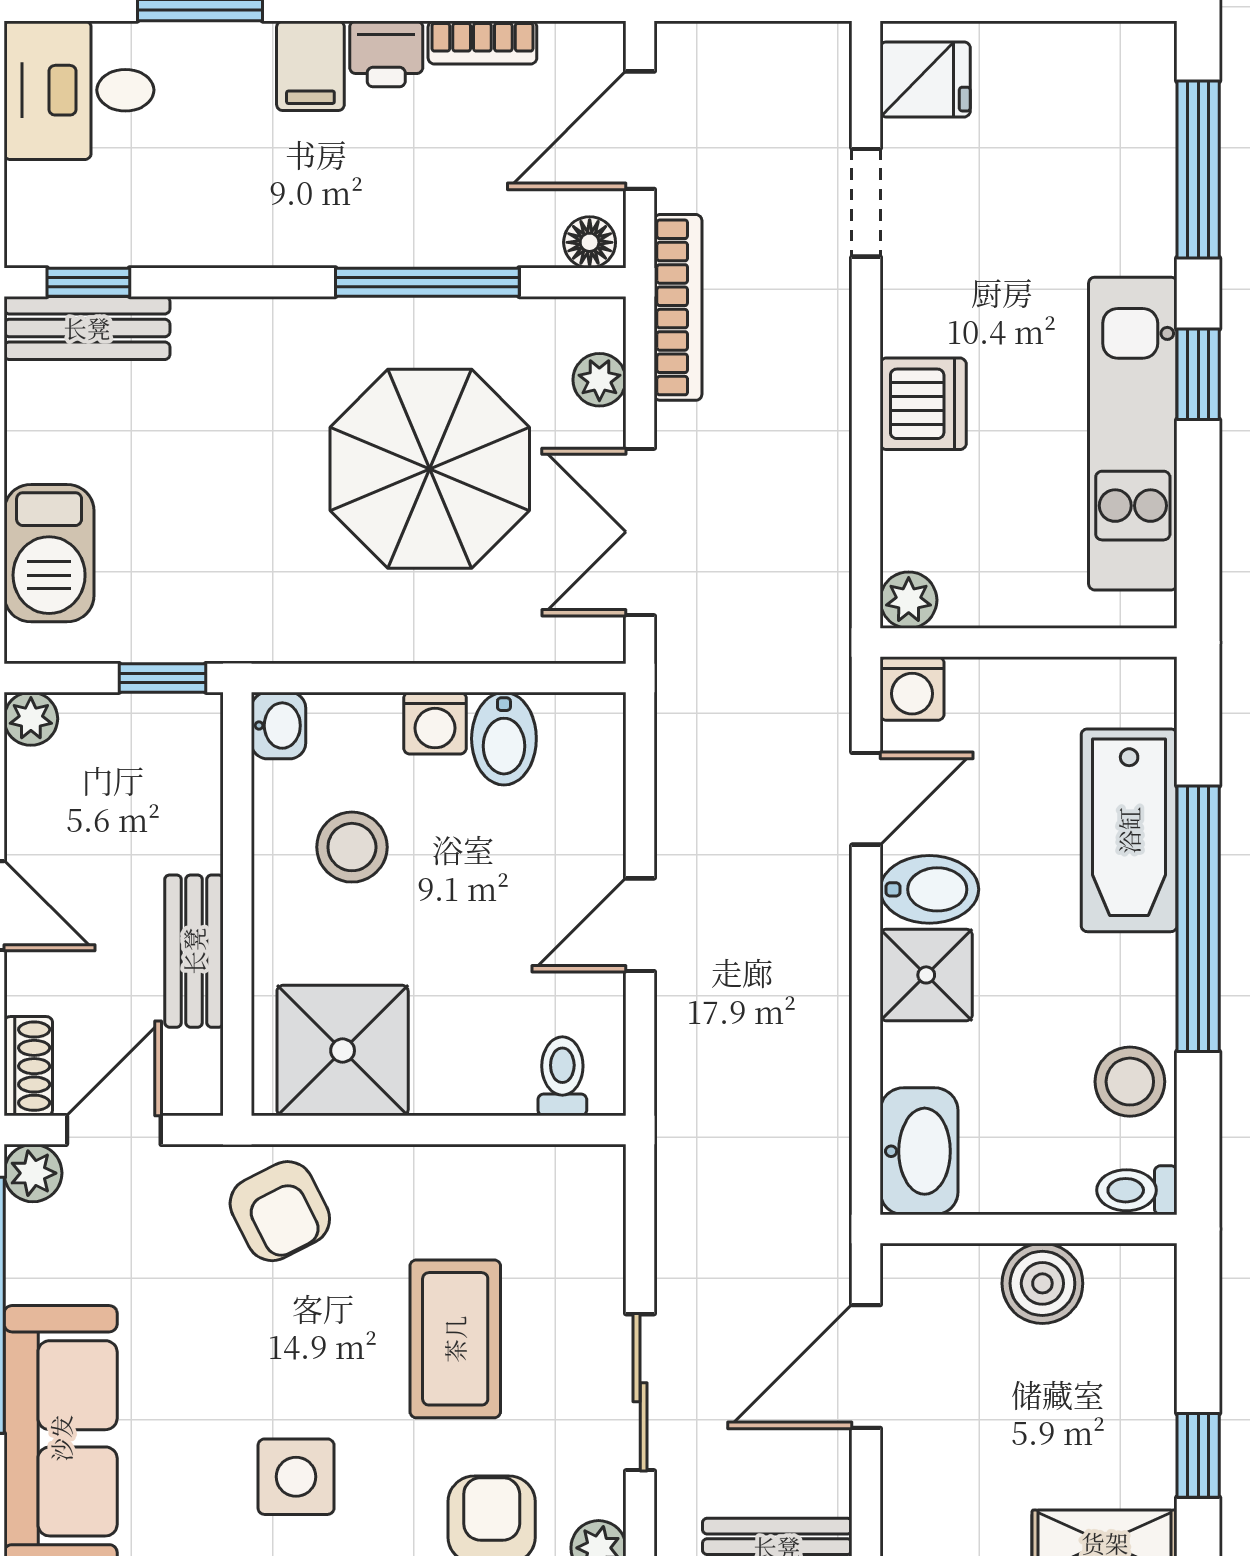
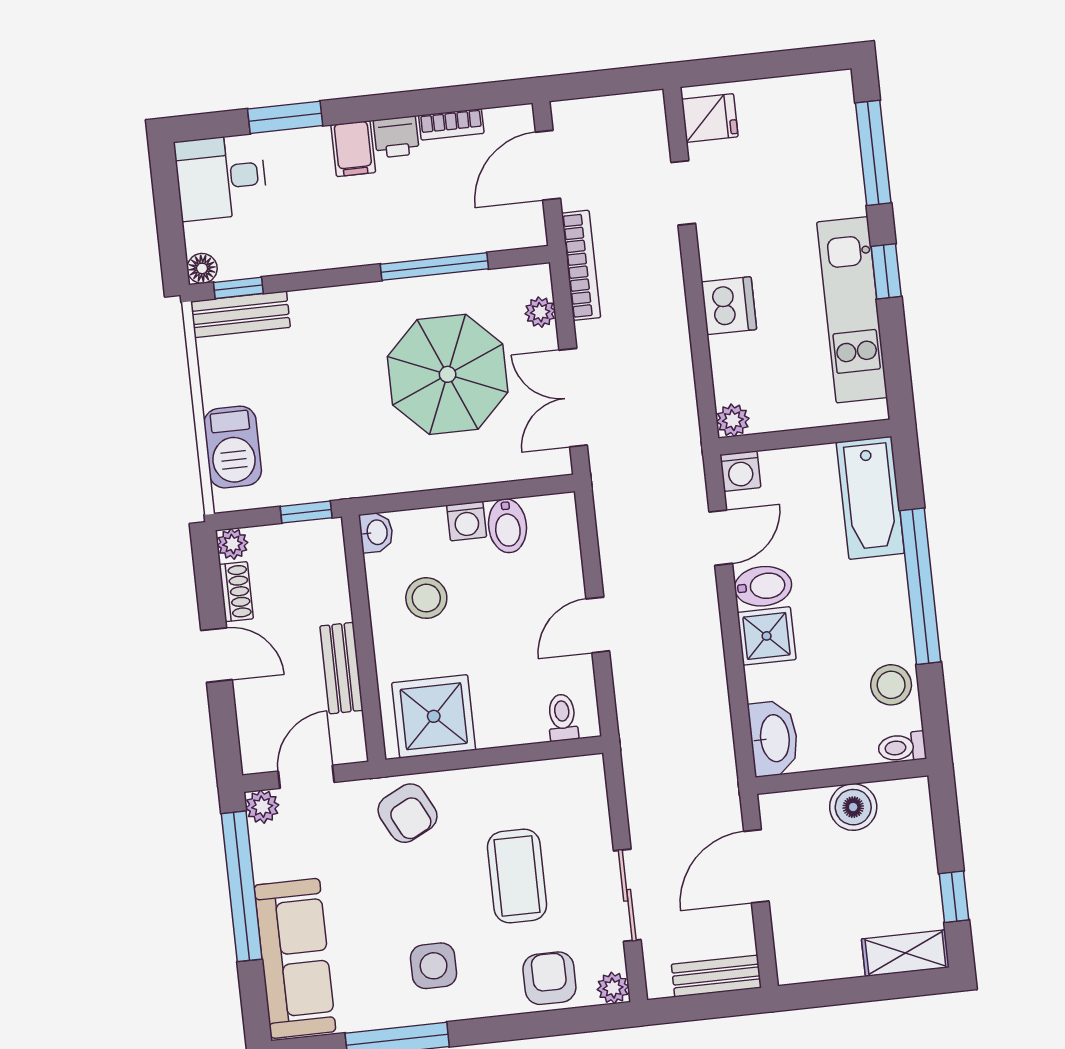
floor lamp: (590, 242) -> (202, 268), moved
bathtub: (1129, 830) -> (870, 498), moved
shoe rack: (28, 1066) -> (236, 592), moved

